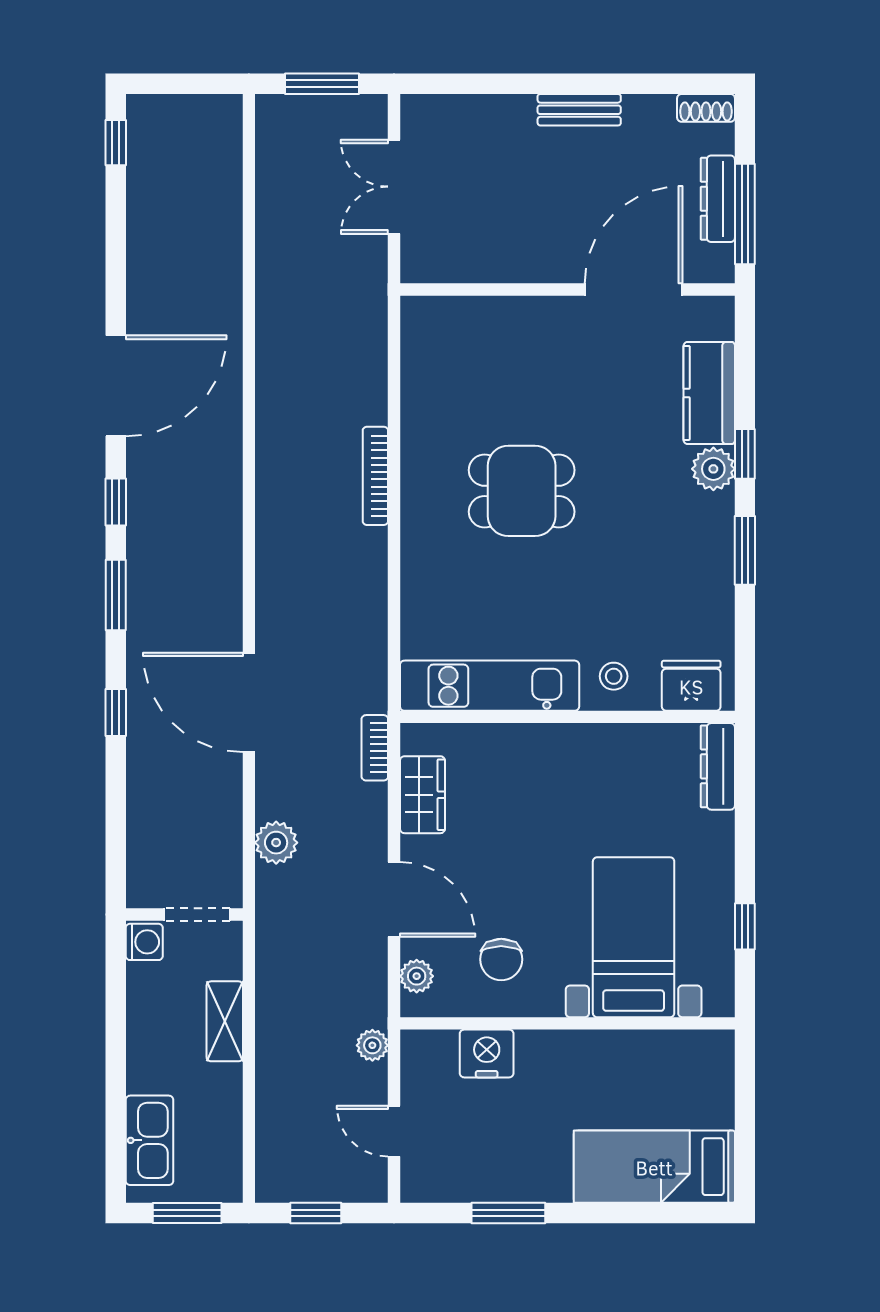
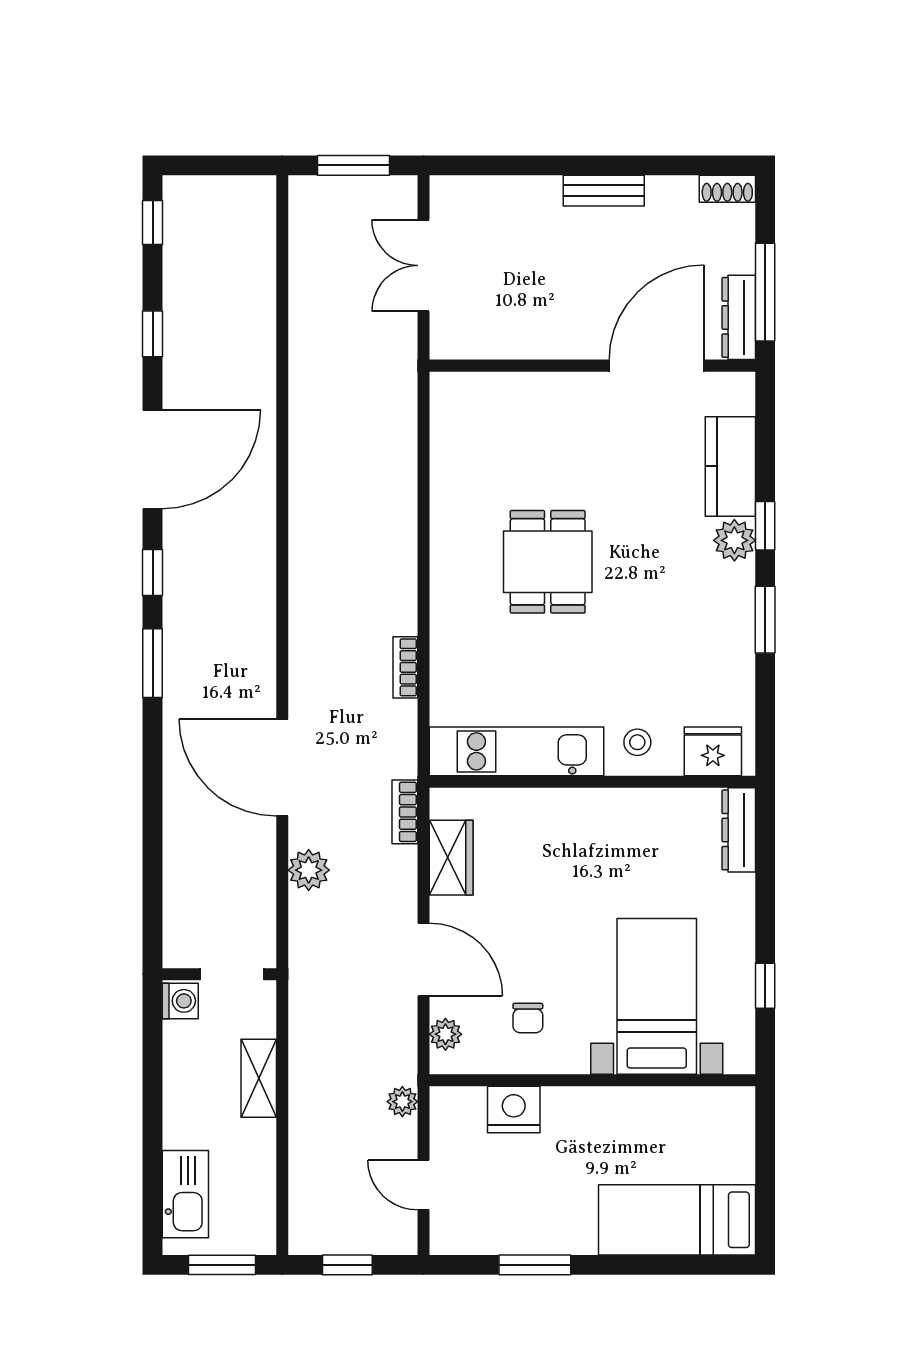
dresser: (718, 199) -> (739, 317), moved
bookcase: (375, 476) -> (405, 667), moved, width x0.64
dining table: (522, 491) -> (548, 562), turned 90
window: (116, 712) -> (153, 334), moved
plant: (276, 843) -> (309, 870), moved
chair: (501, 959) -> (528, 1018), width x0.73, depth x0.73

